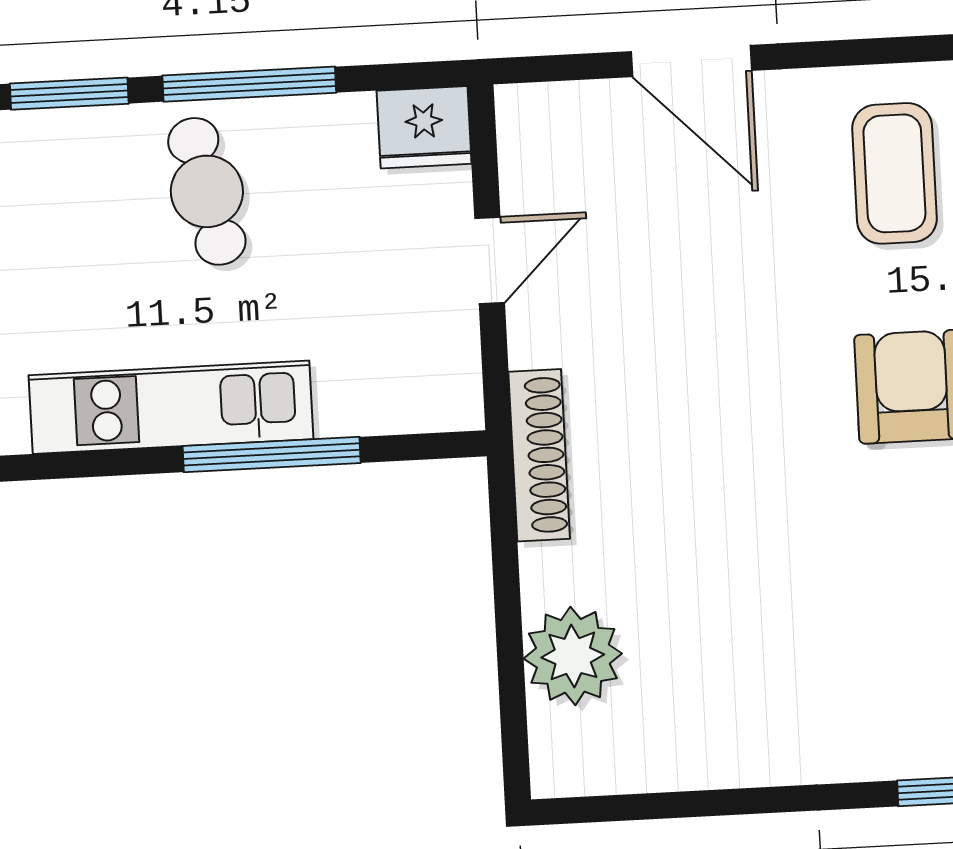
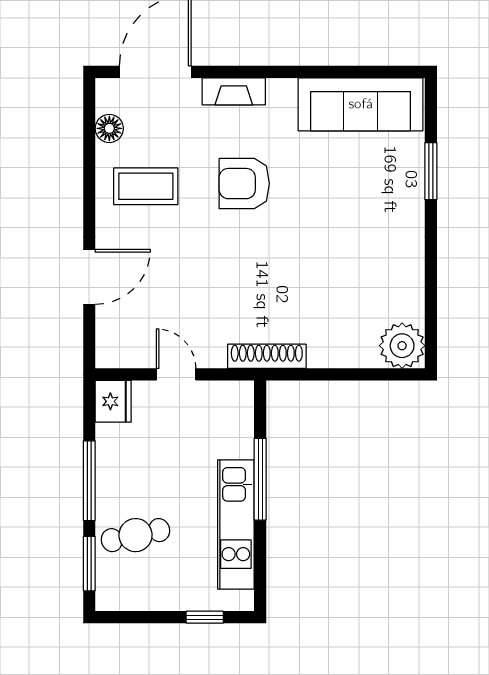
cafe table: (207, 191) -> (136, 535), moved
plant: (573, 656) -> (402, 346), moved

